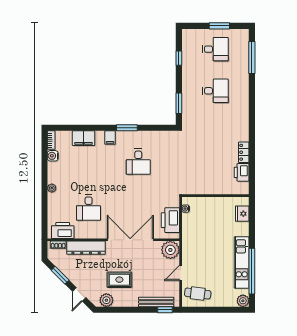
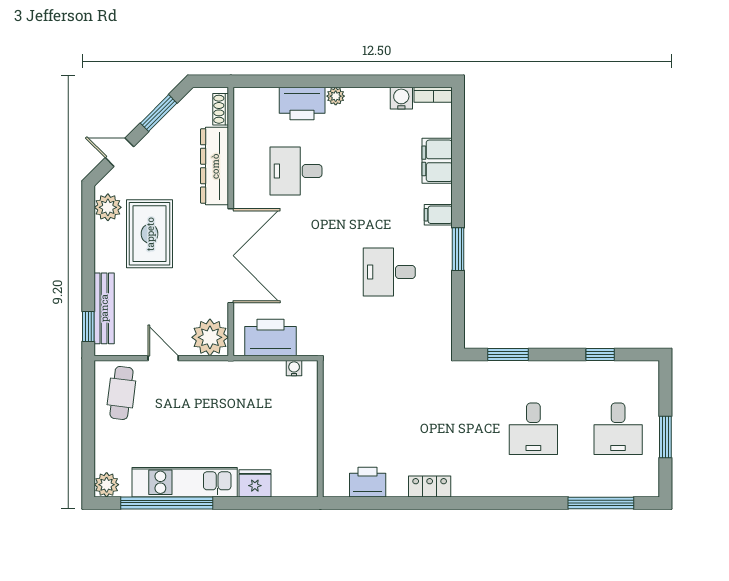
locker: (244, 152) -> (430, 486), moved
fridge: (242, 214) -> (255, 483), moved
printer: (63, 230) -> (302, 104), moved, turned 90
rug: (119, 280) -> (150, 234), width x1.36, depth x1.43

